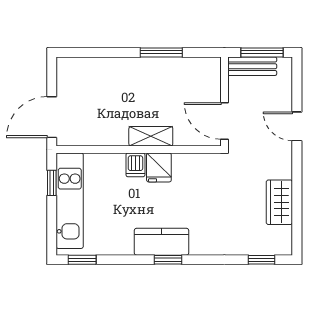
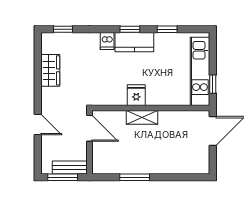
dishwasher: (135, 165) -> (107, 41), moved, turned 180
window: (82, 260) -> (167, 29), moved

